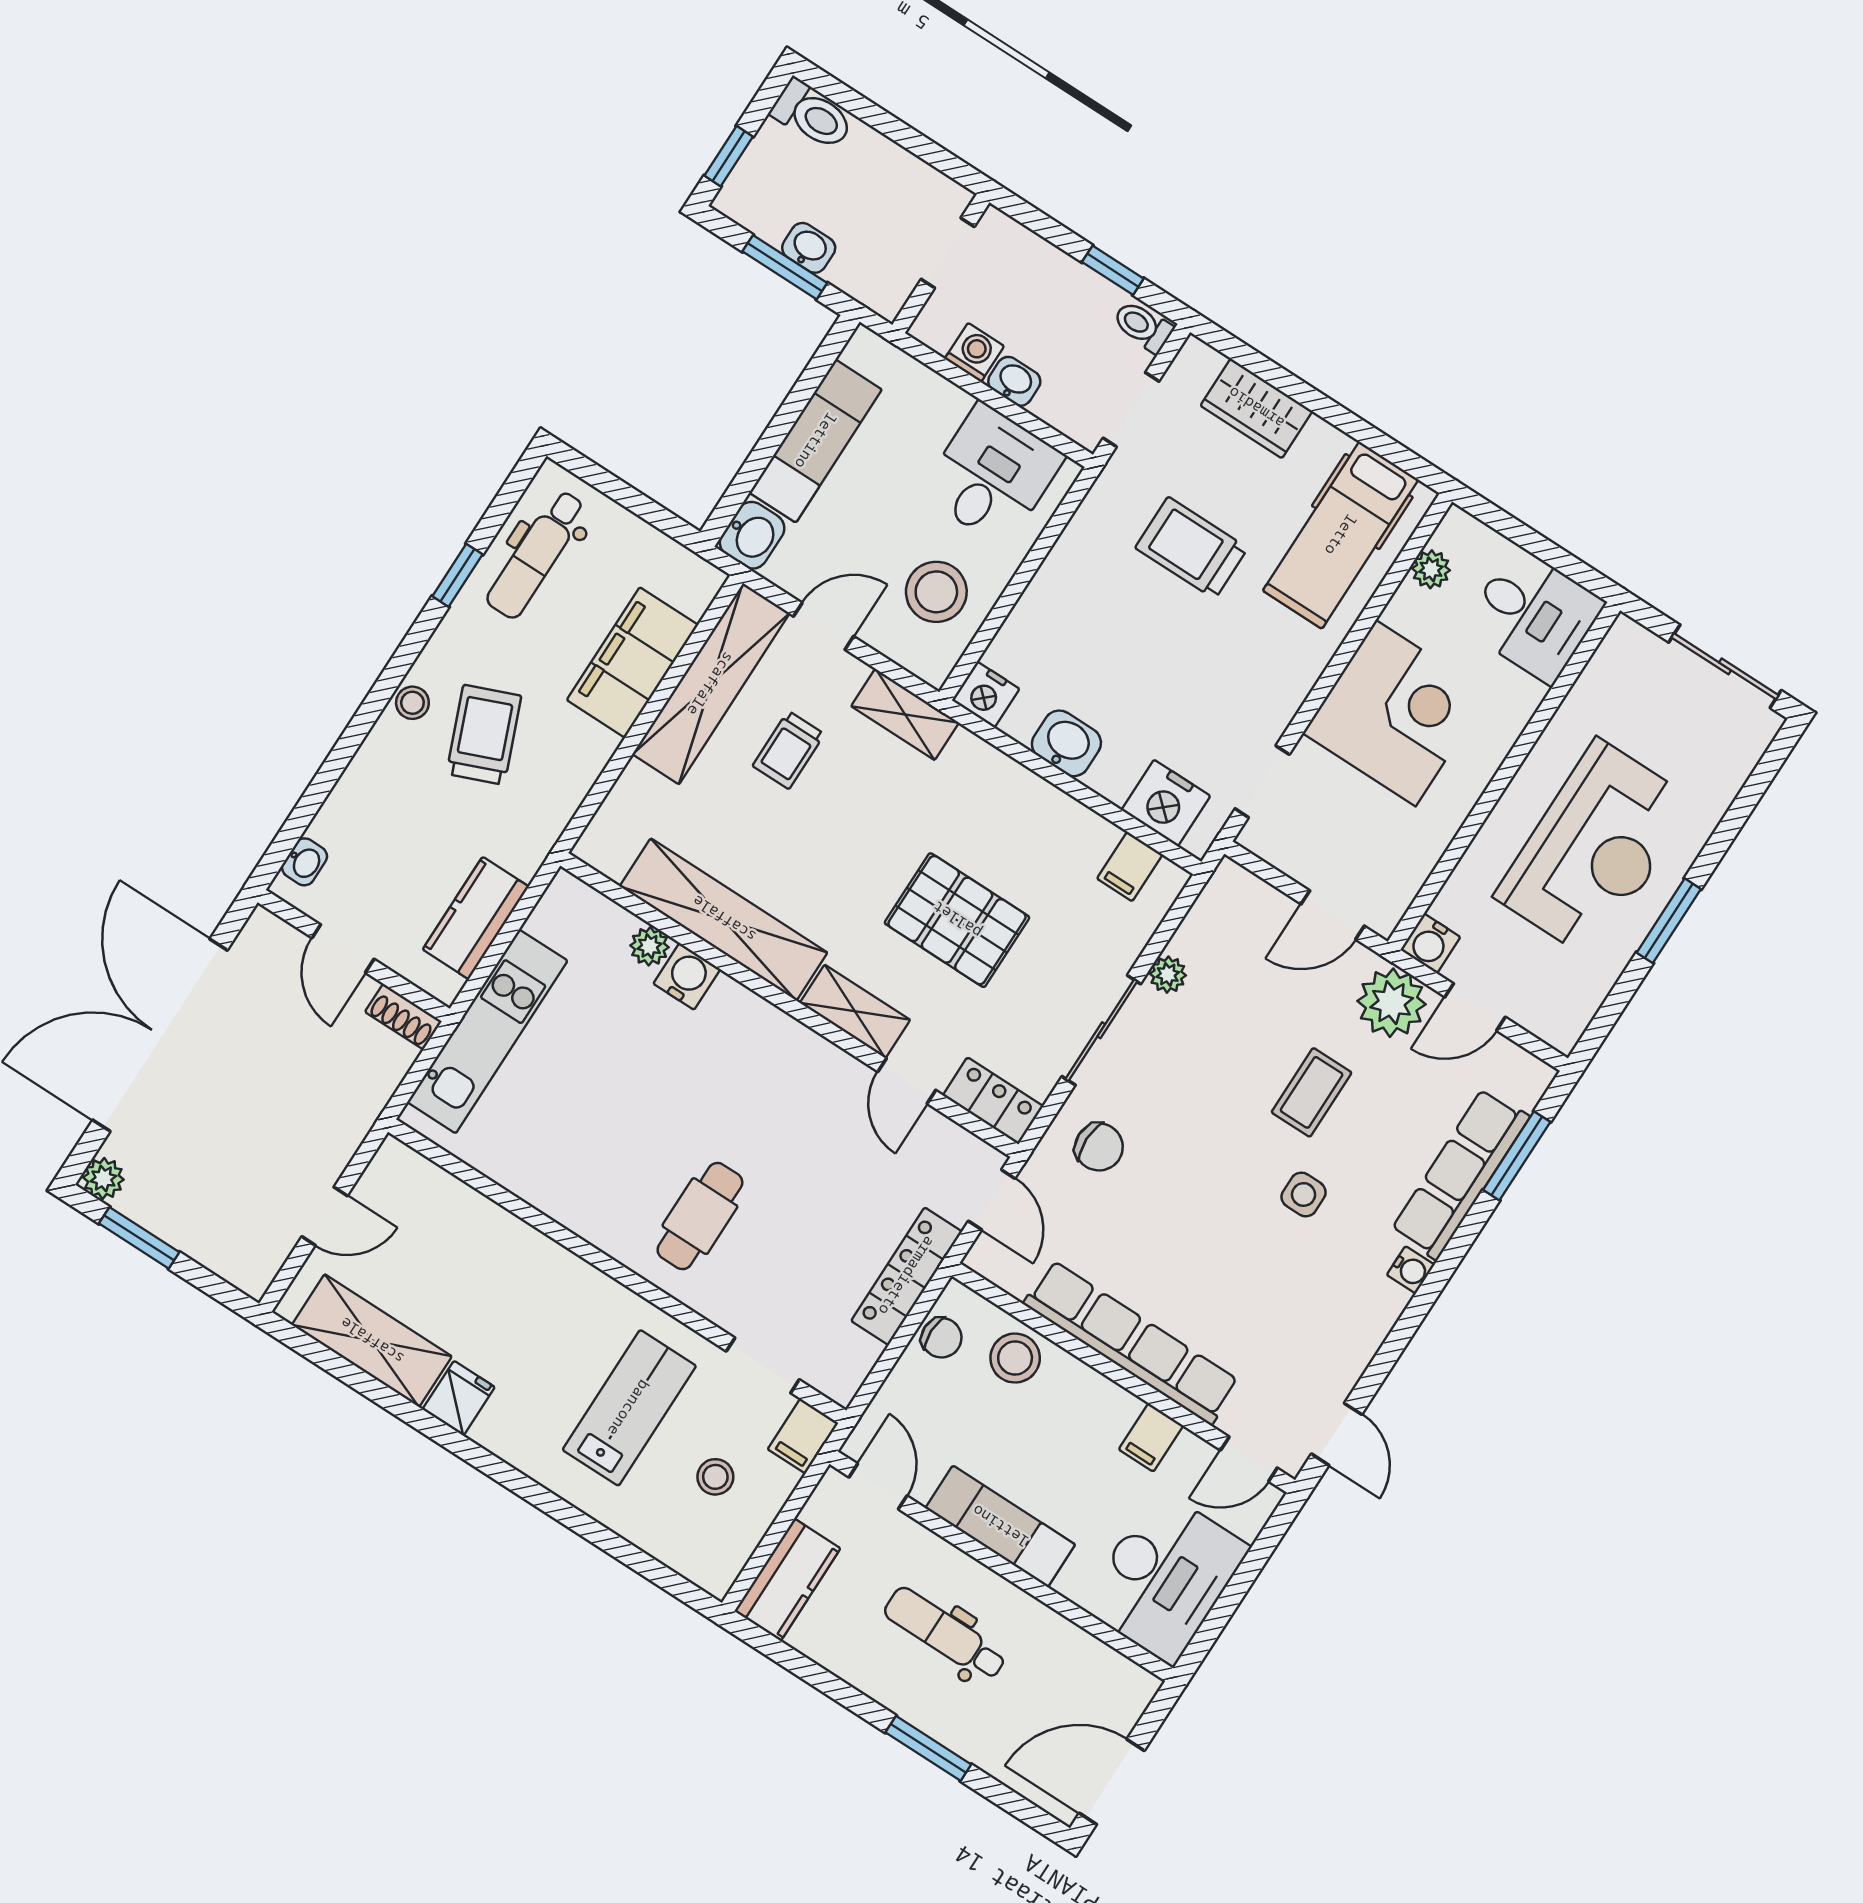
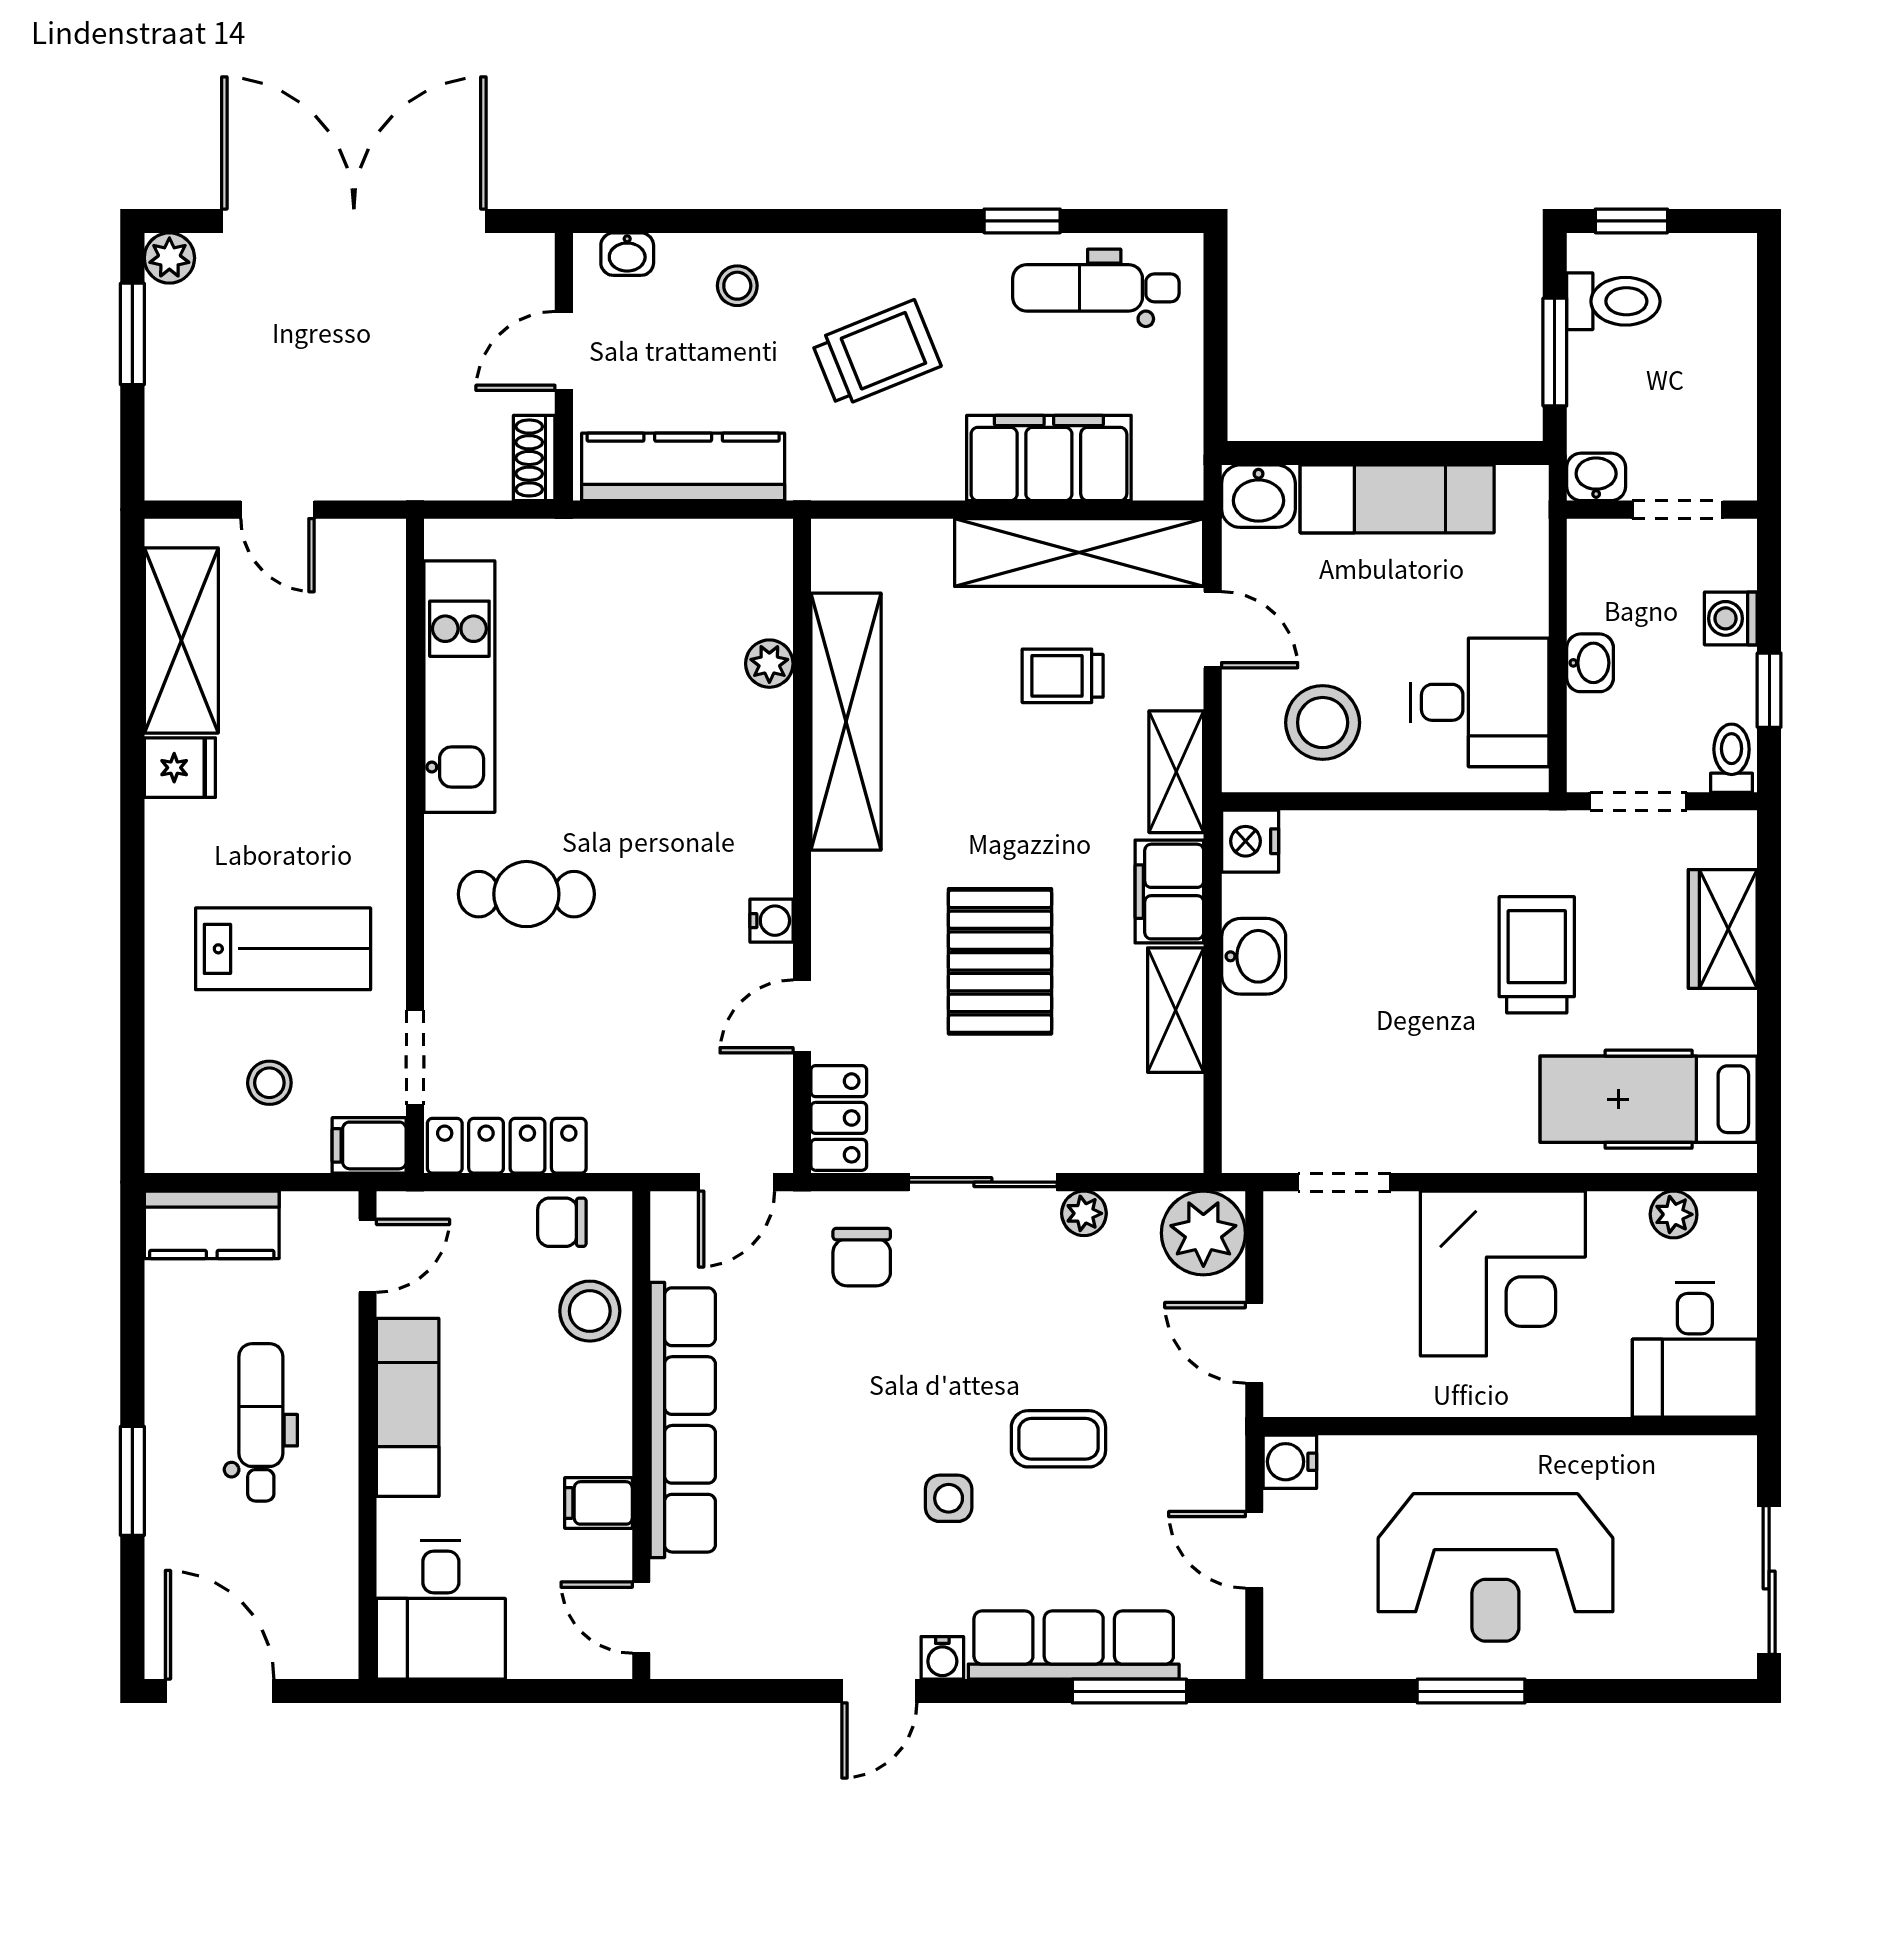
toilet: (812, 115) -> (1613, 301), moved, turned -90
washbasin: (809, 248) -> (1596, 477), moved, turned -90
washing machine: (974, 352) -> (1731, 618), moved, turned 180
stool: (412, 703) -> (737, 286), moved
nightstand: (1166, 803) -> (1258, 1098), removed
filing cabinet: (1130, 867) -> (1169, 892), moved, width x2.00
kitchen counter: (476, 918) -> (683, 467), width x1.50
water cooler: (687, 976) -> (771, 921), moved, width x0.72, depth x0.72
plant: (1392, 1003) -> (1203, 1233), moved
shelving: (855, 1011) -> (1176, 1010), moved
kitchen unit: (487, 1031) -> (459, 687), moved, turned -90
locker: (907, 1276) -> (507, 1146), moved
chair: (942, 1338) -> (562, 1222), turned 90
door: (1337, 1434) -> (879, 1691), moved
desk: (1165, 1577) -> (441, 1610), width x0.73

